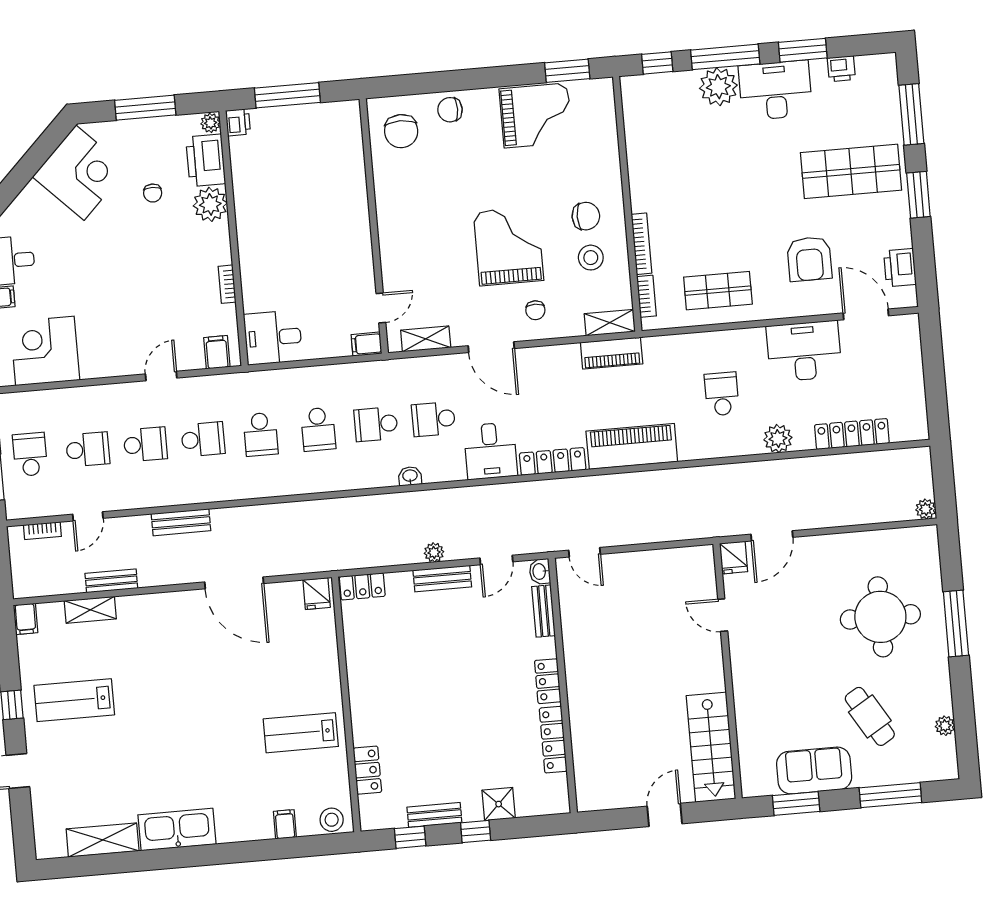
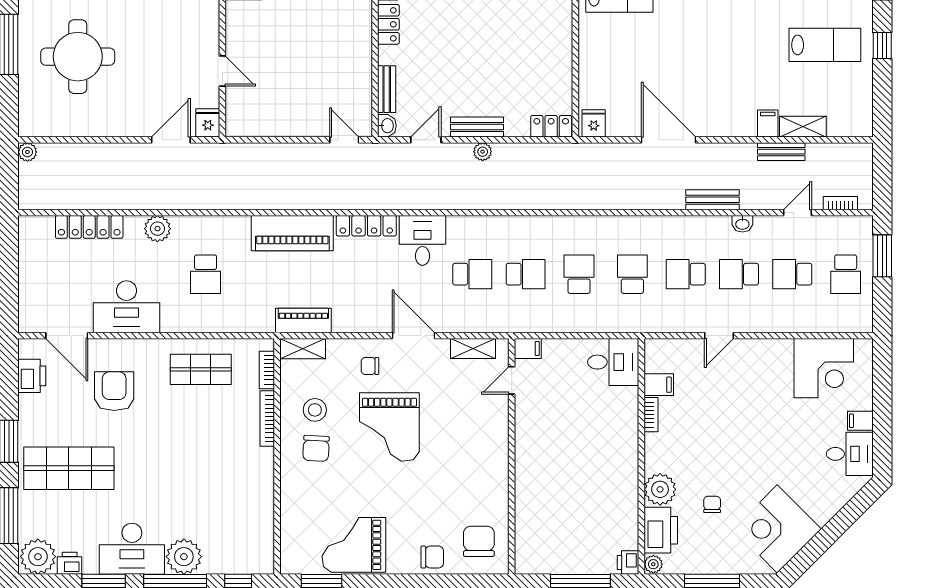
plant: (876, 73) -> (38, 557), added
chair: (586, 216) -> (316, 448), turned -87
chair: (535, 310) -> (370, 366), turned -90
filing cabinet: (217, 352) -> (659, 385), moved, turned -90
washbasin: (410, 476) -> (742, 224), moved
filing cabinet: (26, 619) -> (768, 123), moved

